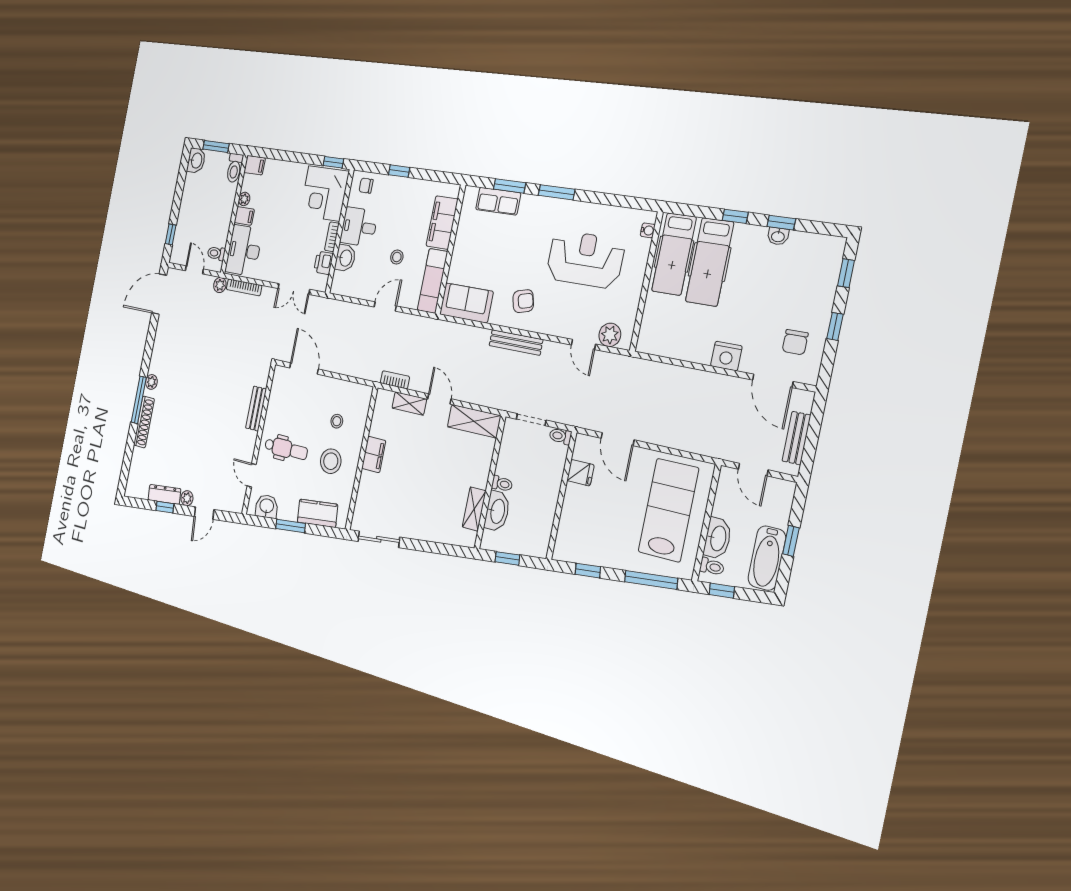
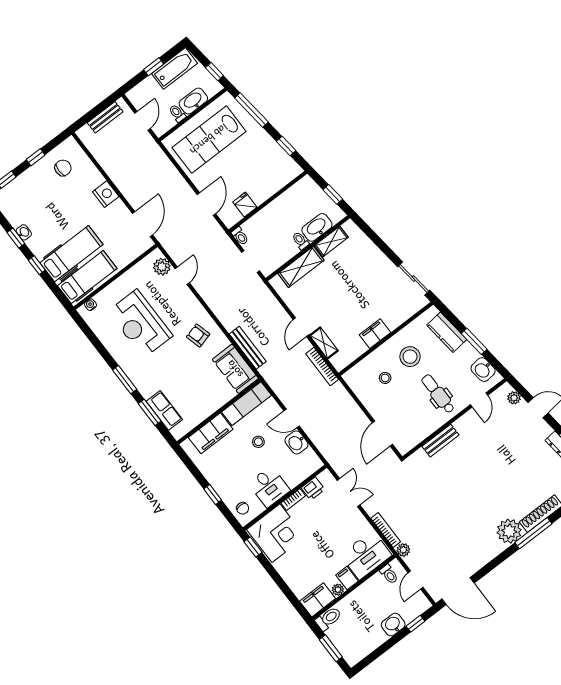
washbasin: (196, 160) -> (393, 625), moved
filing cabinet: (255, 165) -> (318, 600), width x2.00
washbasin: (345, 258) -> (296, 442), moved, turned -90
bench: (516, 342) -> (248, 348), moved
bookcase: (395, 380) -> (322, 367), width x1.56
door: (773, 381) -> (143, 224), moved
plant: (151, 382) -> (509, 531), width x1.88, depth x1.88
shelving: (474, 421) -> (301, 267), moved, turned 90
plant: (187, 498) -> (514, 398), moved
toilet: (712, 567) -> (177, 113), moved

